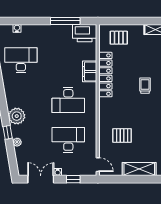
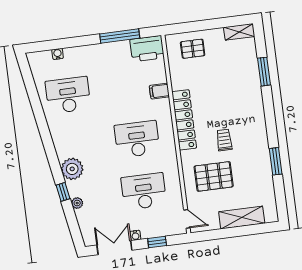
filing cabinet: (90, 71) -> (159, 91), width x0.50
locker: (105, 75) -> (184, 120), moved
trolley: (145, 86) -> (224, 140), moved
desk: (68, 100) -> (137, 139), turned 180
pallet: (122, 135) -> (214, 176), width x1.50, depth x1.42

